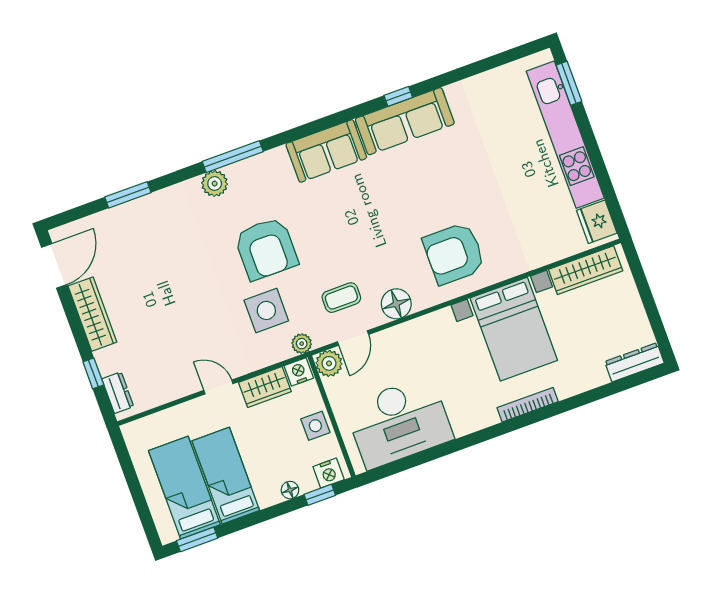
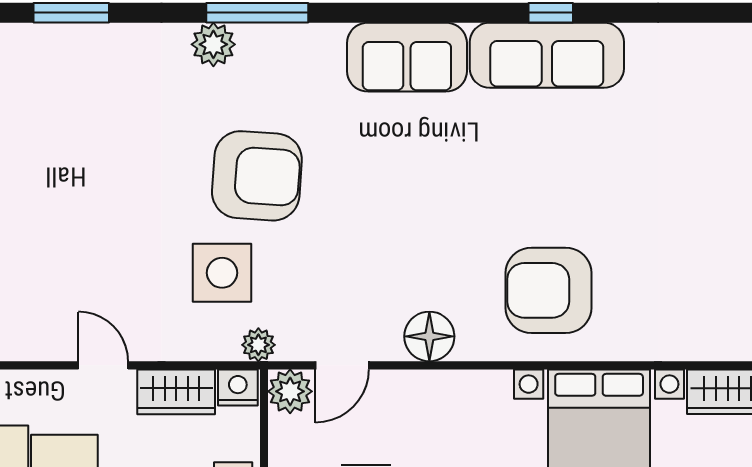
armchair: (266, 249) -> (257, 176), turned -86
coffee table: (341, 298) -> (347, 295), removed

